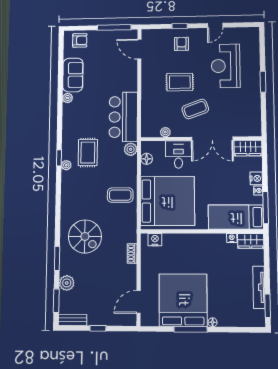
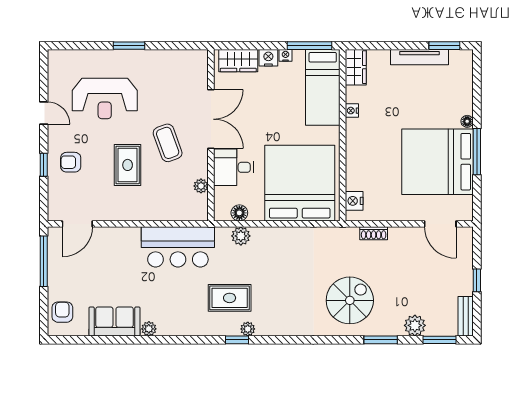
wardrobe: (248, 148) -> (238, 61), moved, turned 90
plant: (131, 149) -> (241, 236), moved
coffee table: (120, 195) -> (291, 251), removed
nightstand: (232, 238) -> (352, 111), moved

